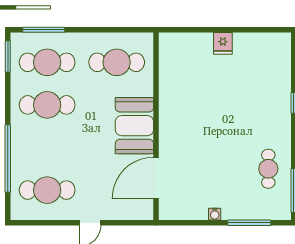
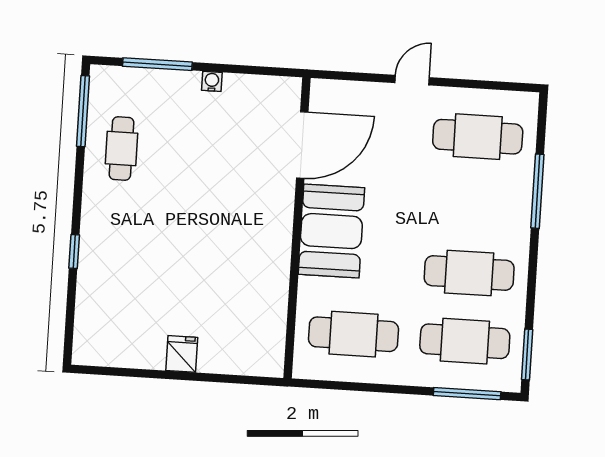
window: (8, 158) -> (537, 191), width x0.68

